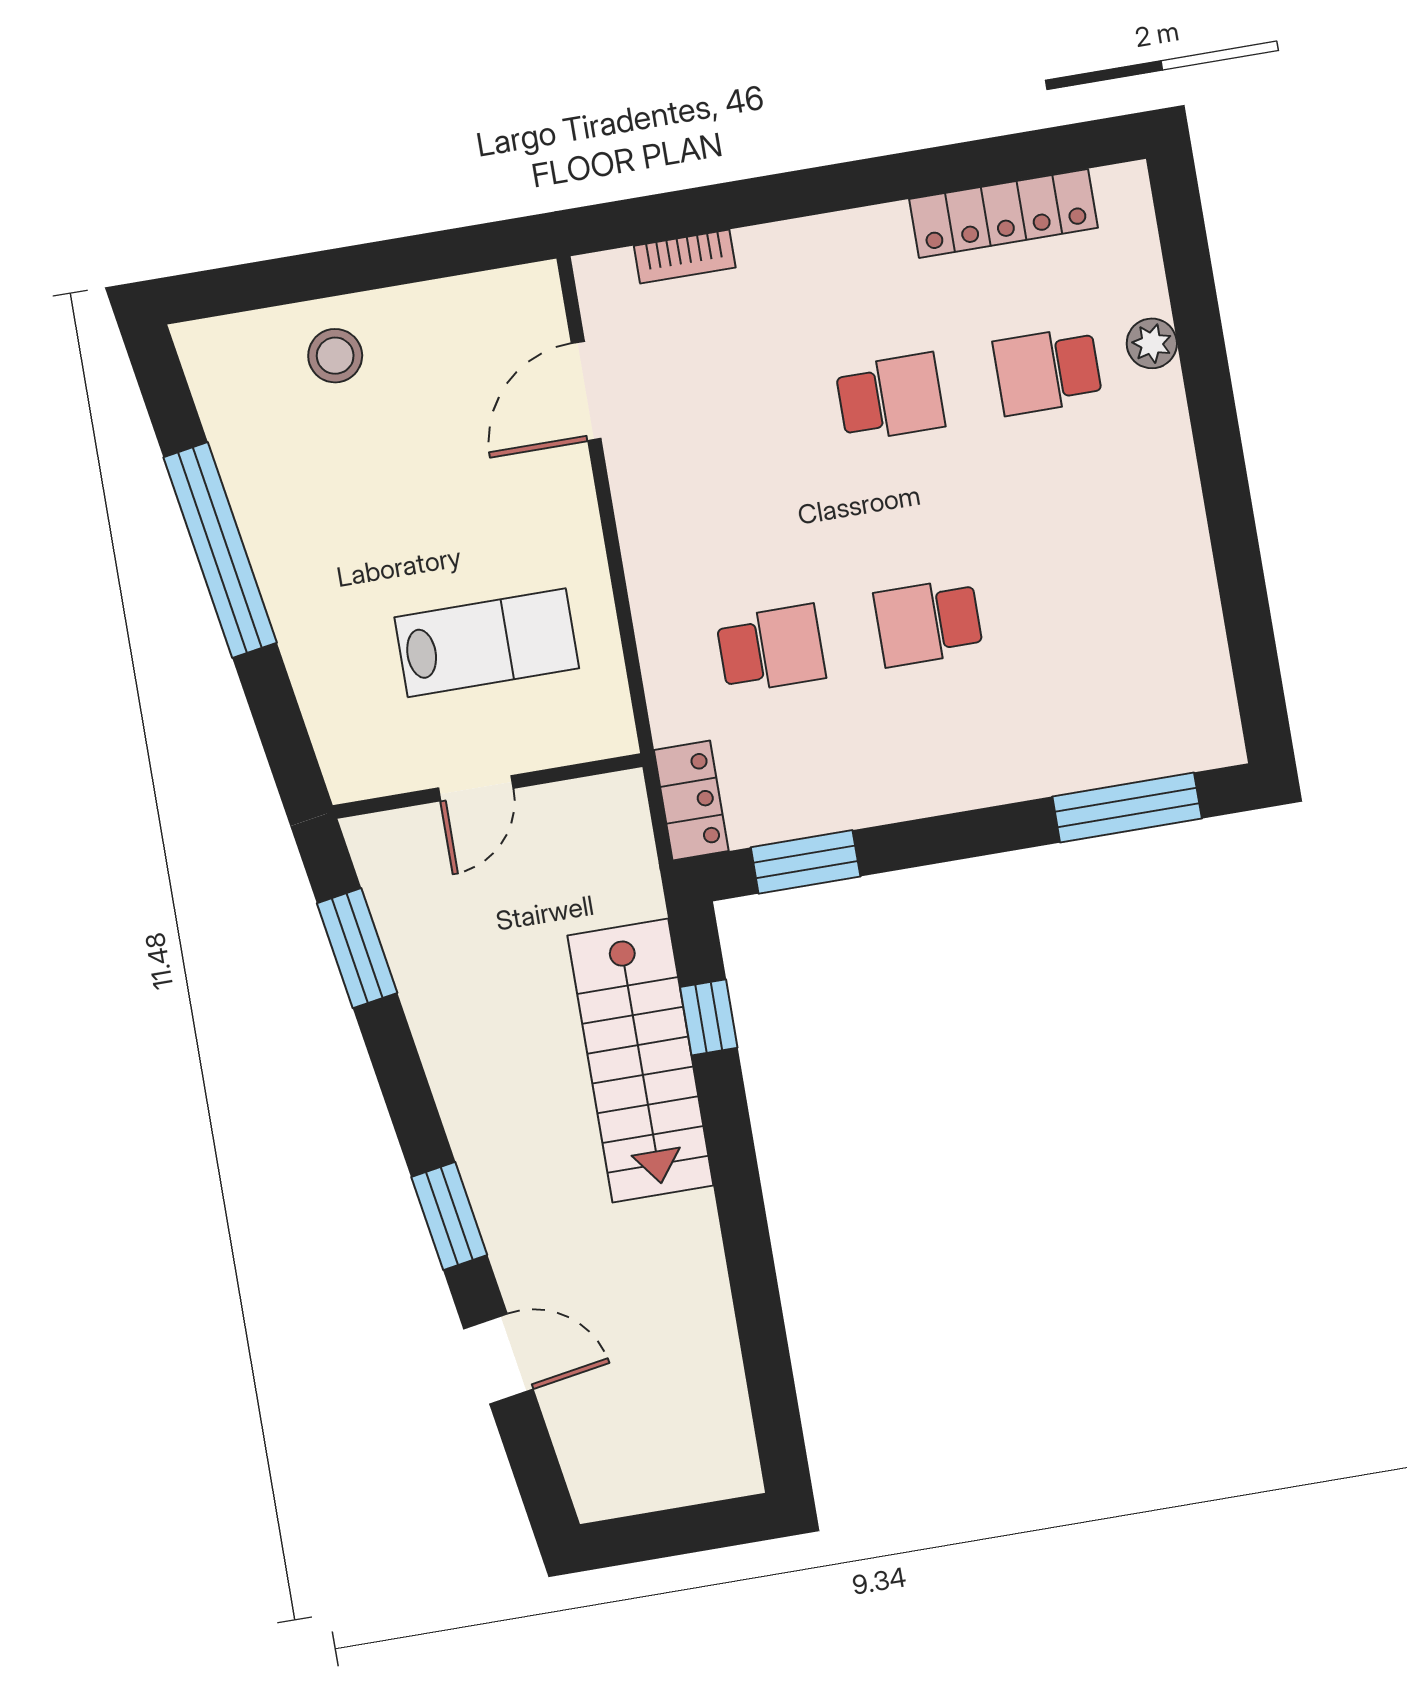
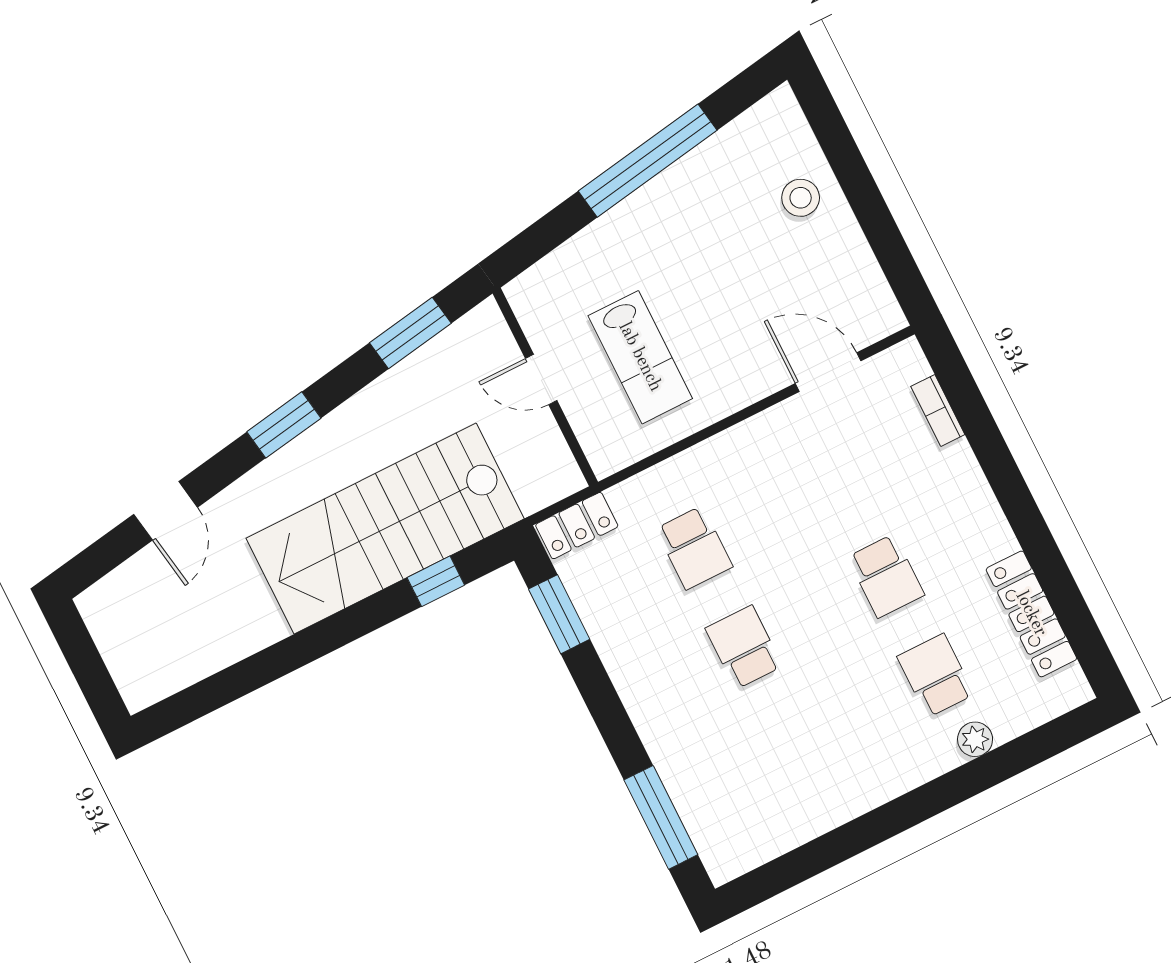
stairs: (640, 1061) -> (385, 528), width x1.36, depth x1.51
window: (449, 1216) -> (284, 425), moved

